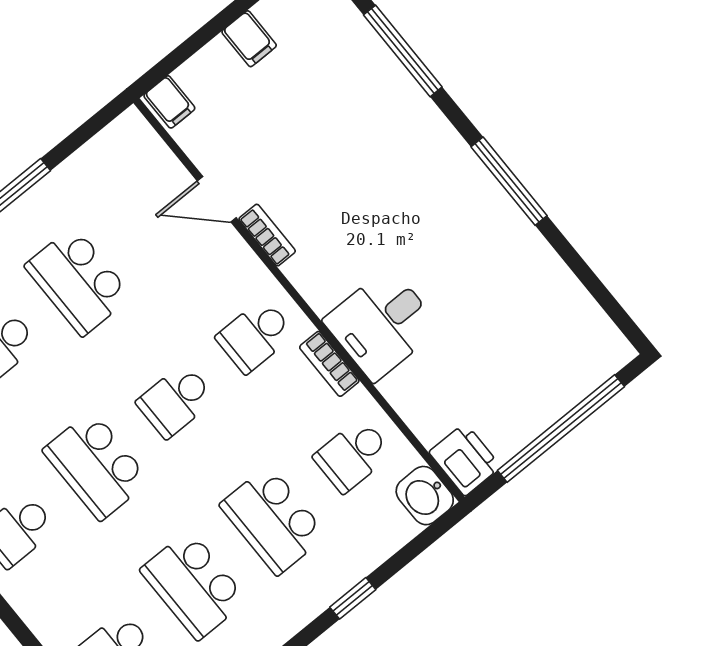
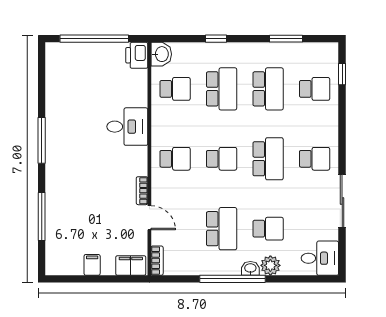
filing cabinet: (169, 102) -> (131, 265), width x2.00
bookcase: (329, 364) -> (157, 261), moved

